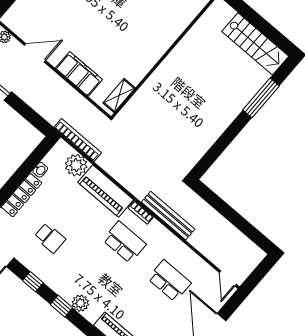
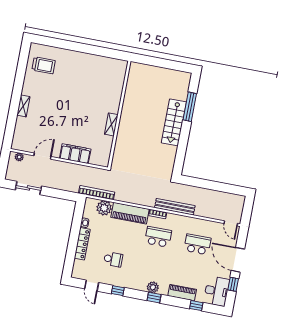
stairs: (255, 44) -> (174, 122), moved, turned 90
shelving: (119, 95) -> (111, 124), moved
window: (61, 306) -> (154, 298), moved

